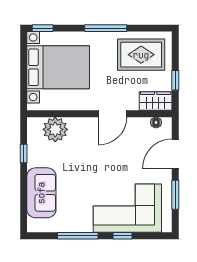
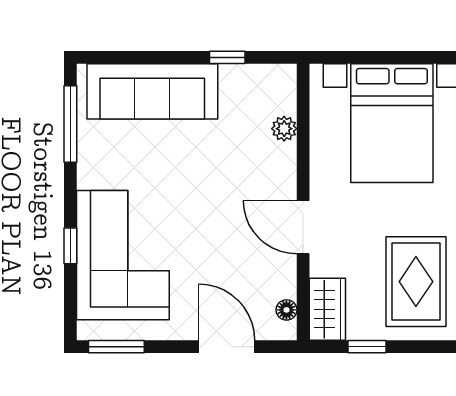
plant: (55, 129) -> (284, 129), width x0.53, depth x0.53
sofa: (41, 193) -> (152, 91), width x1.36
window: (175, 195) -> (116, 347), moved
window: (78, 236) -> (70, 124), moved

